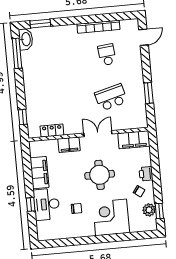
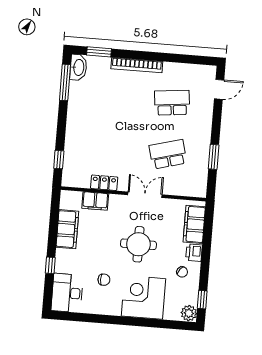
bookcase: (98, 27) -> (137, 65), moved
school desk: (107, 55) -> (172, 103), width x1.85
locker: (52, 131) -> (104, 183), moved
filing cabinet: (134, 140) -> (194, 224), moved, turned 90
filing cabinet: (69, 145) -> (95, 201), moved
desk: (47, 204) -> (67, 293), moved
plant: (149, 210) -> (189, 313), moved

